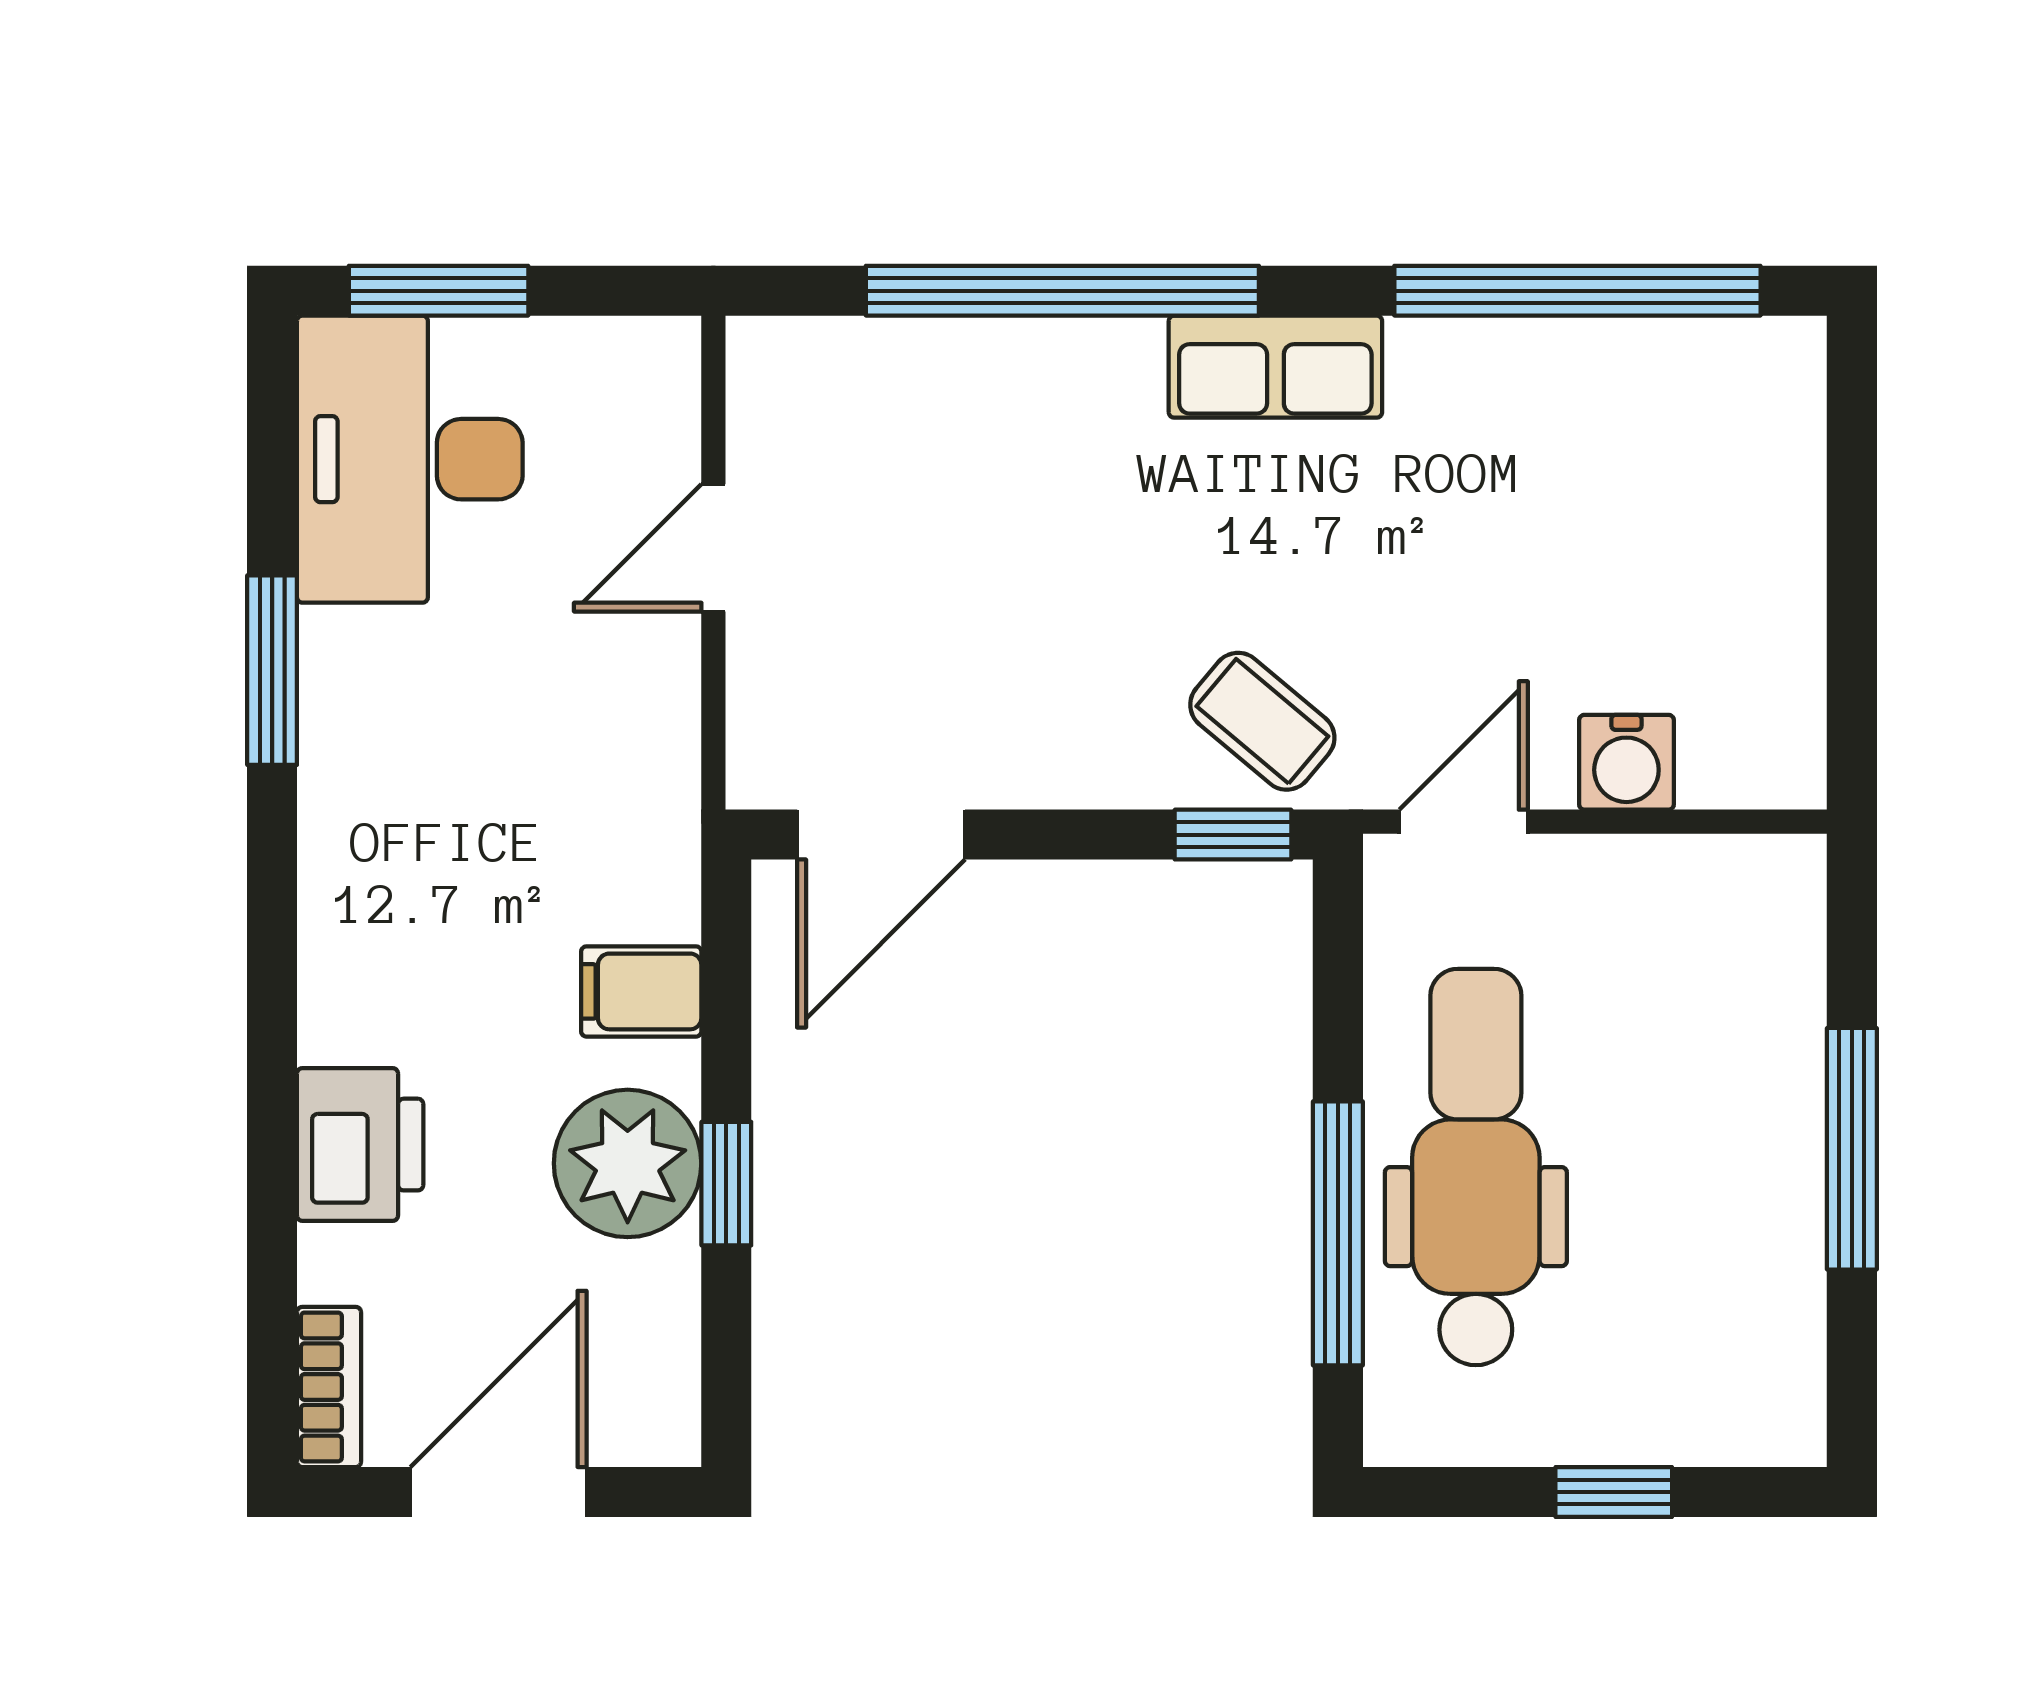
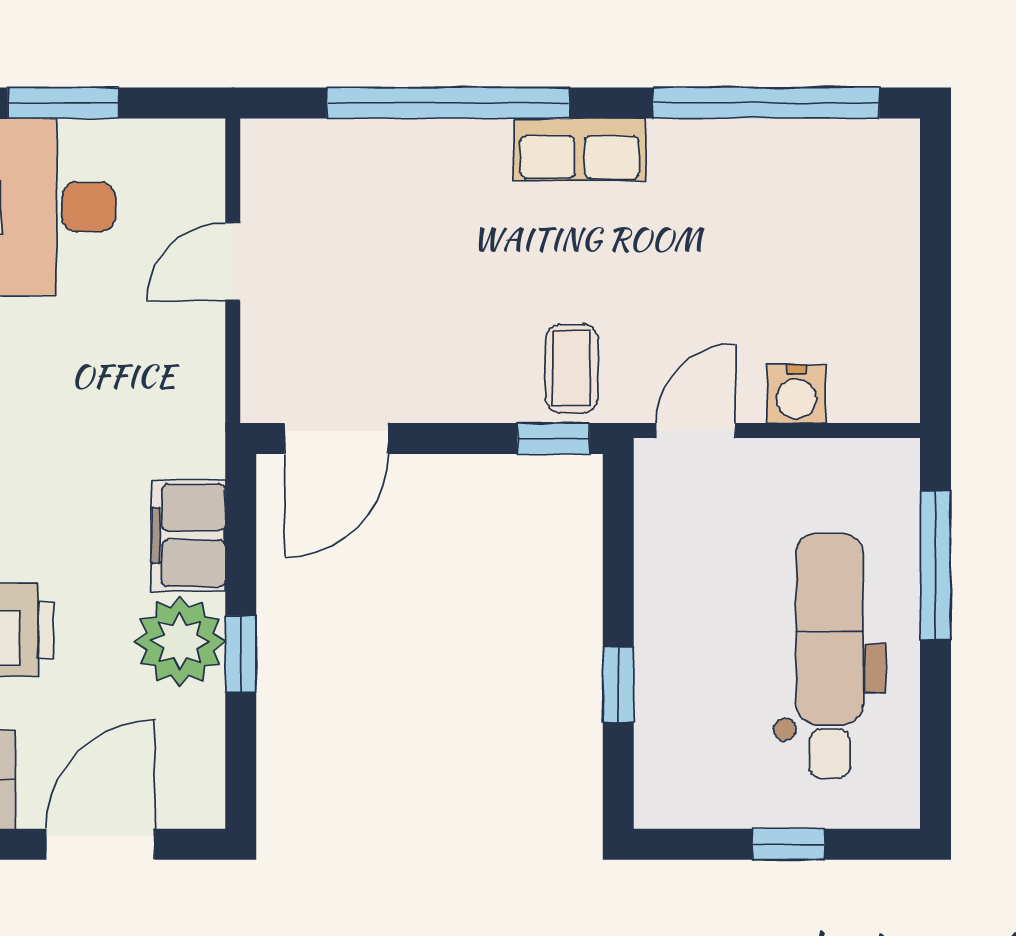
coffee table: (1262, 721) -> (572, 369), turned 50
filing cabinet: (641, 991) -> (188, 535), width x2.00
window: (1852, 1149) -> (935, 565), moved
dental chair: (1476, 1167) -> (830, 656), moved
window: (1338, 1233) -> (618, 685), width x0.46

